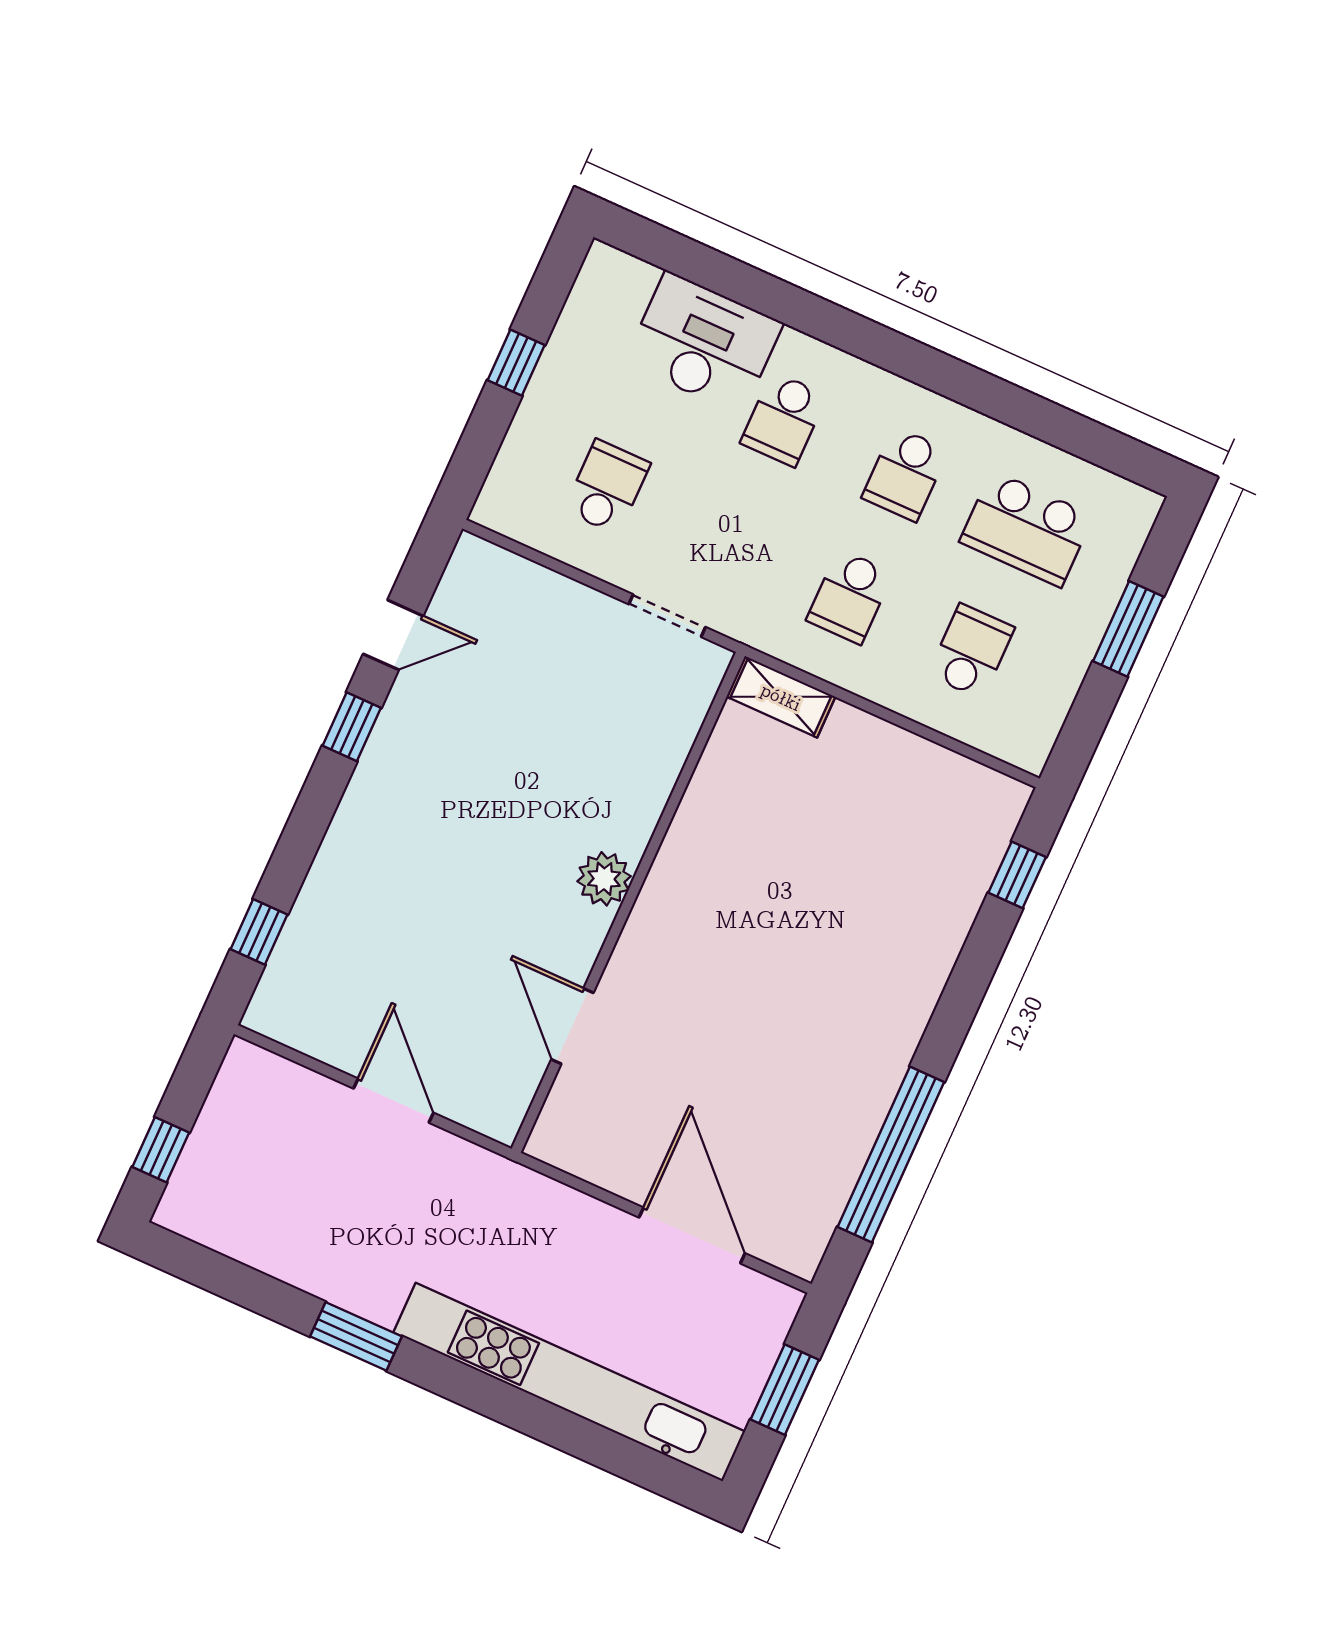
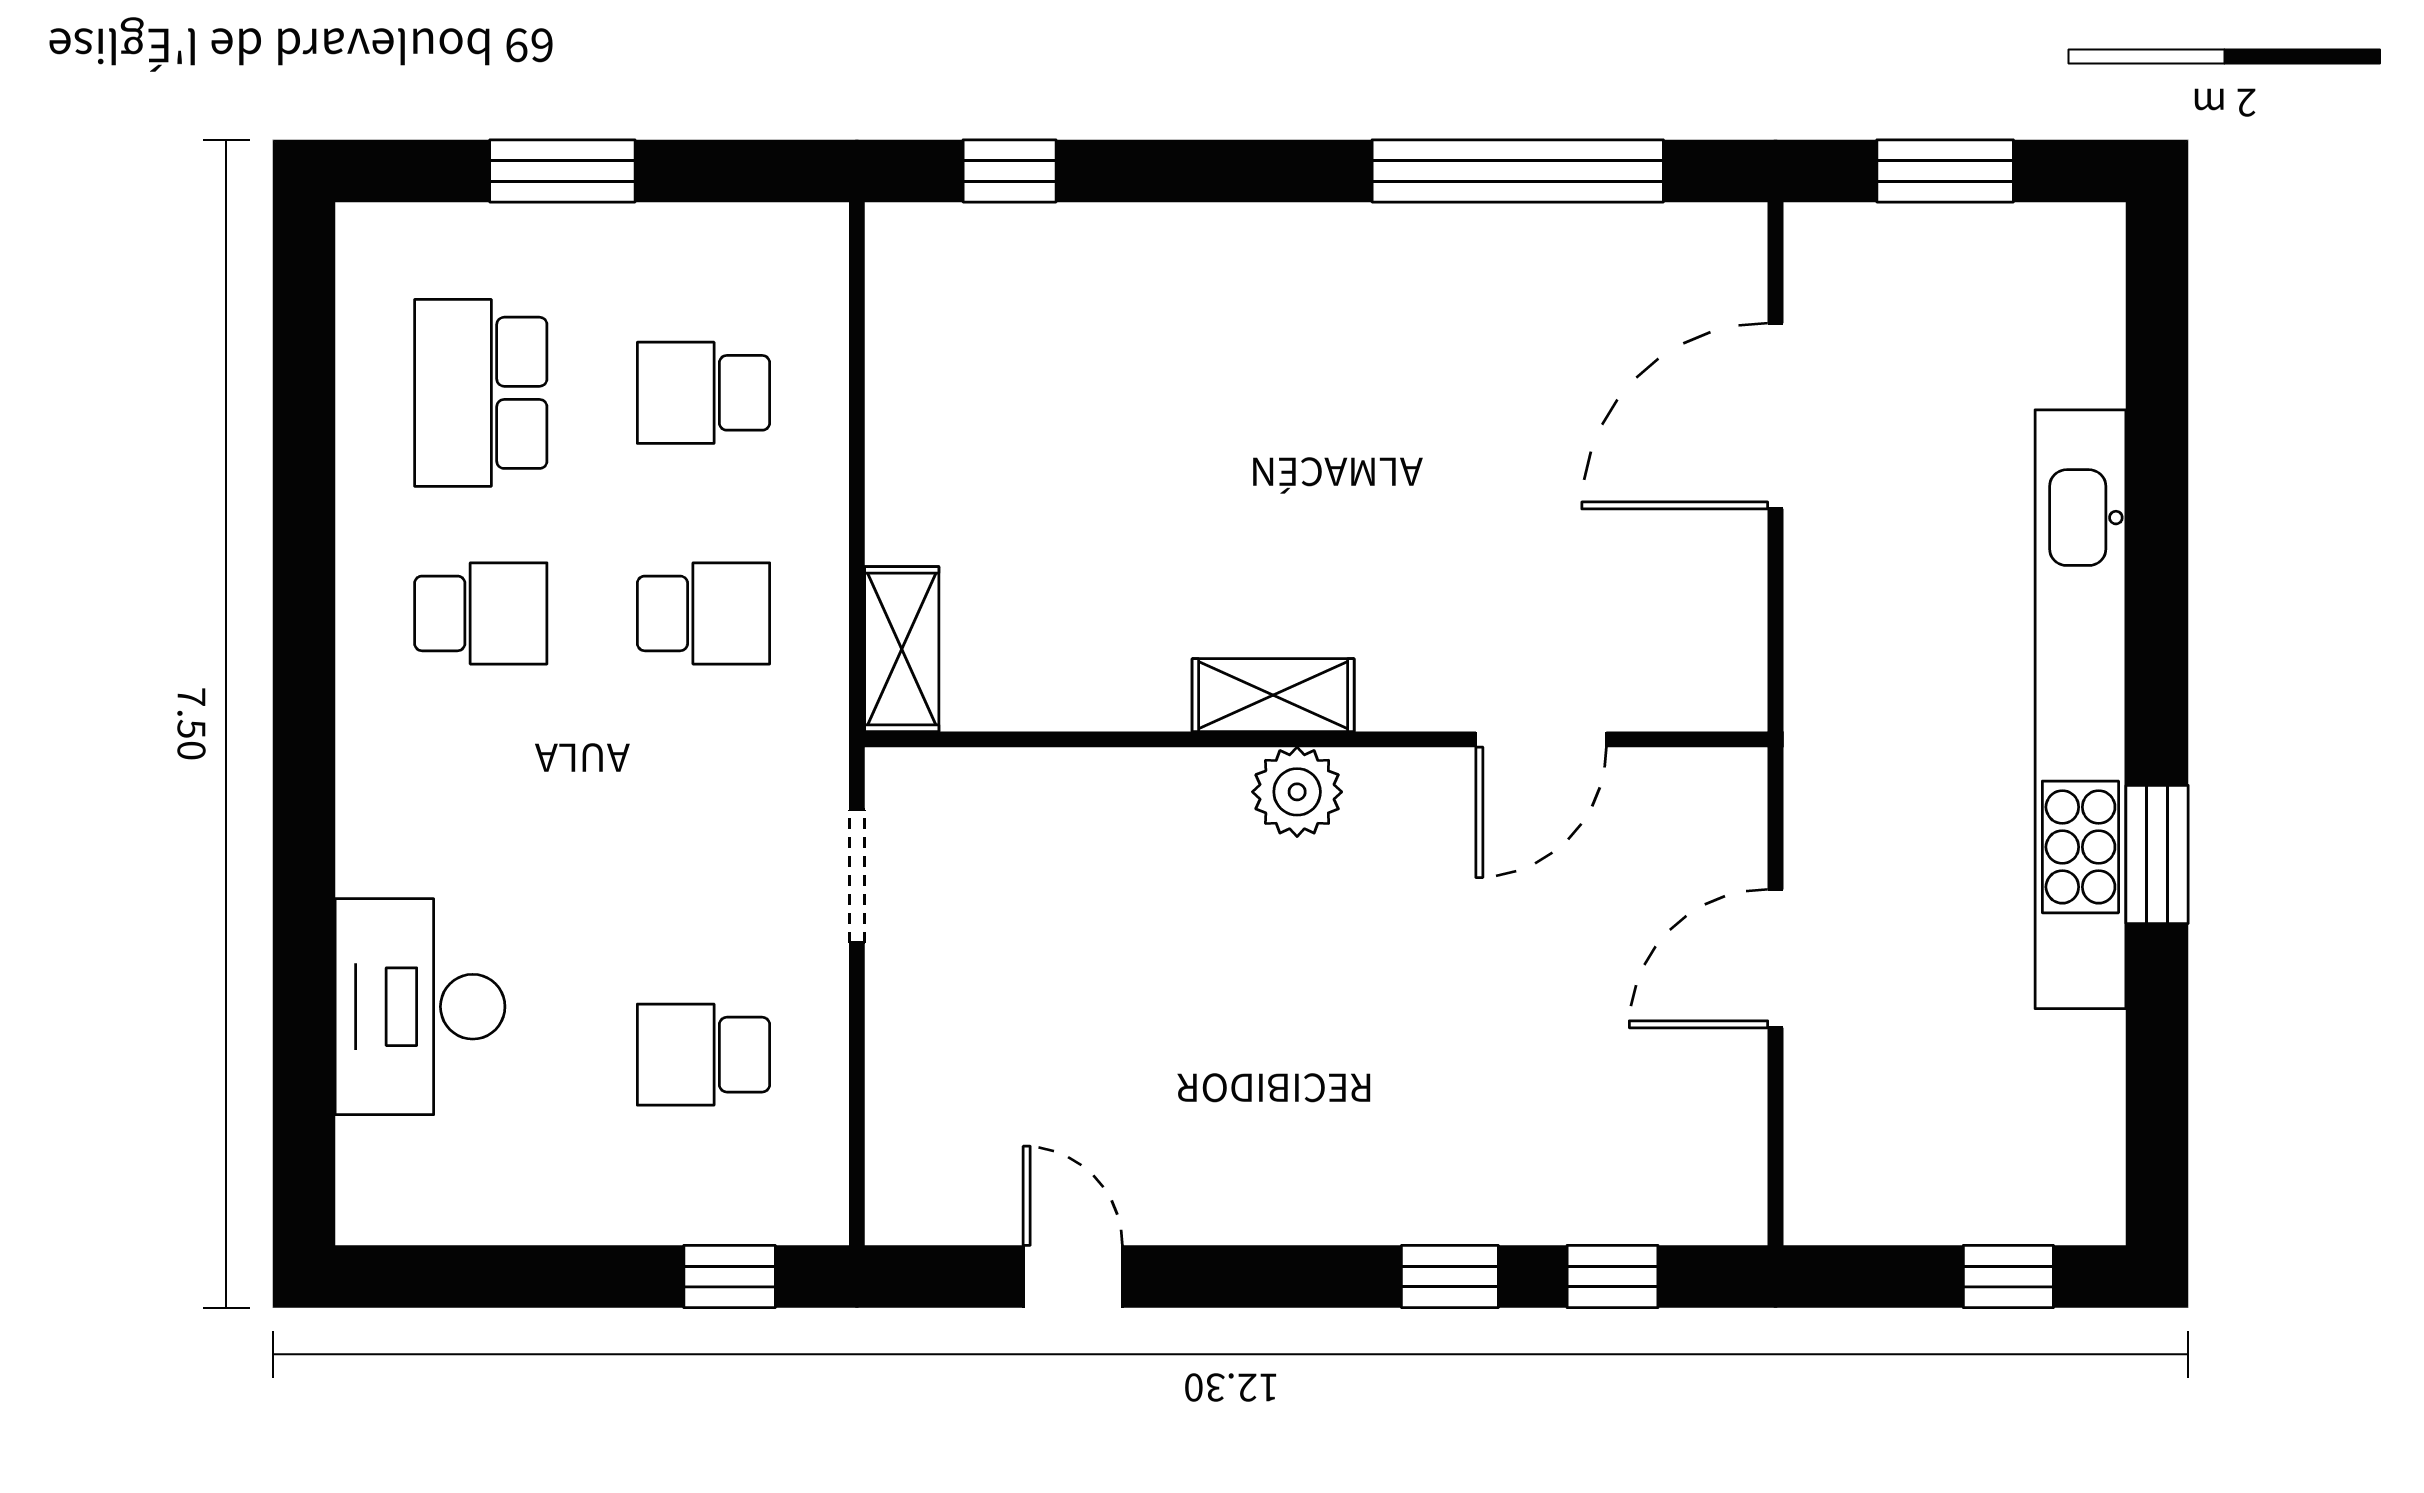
window: (516, 363) -> (730, 1276), moved
school desk: (784, 419) -> (481, 834), removed
school desk: (1026, 529) -> (481, 393), turned 180
window: (352, 727) -> (1450, 1276), moved
shelving: (663, 890) -> (1273, 695), added
kitchen unit: (569, 1382) -> (2080, 709), moved

